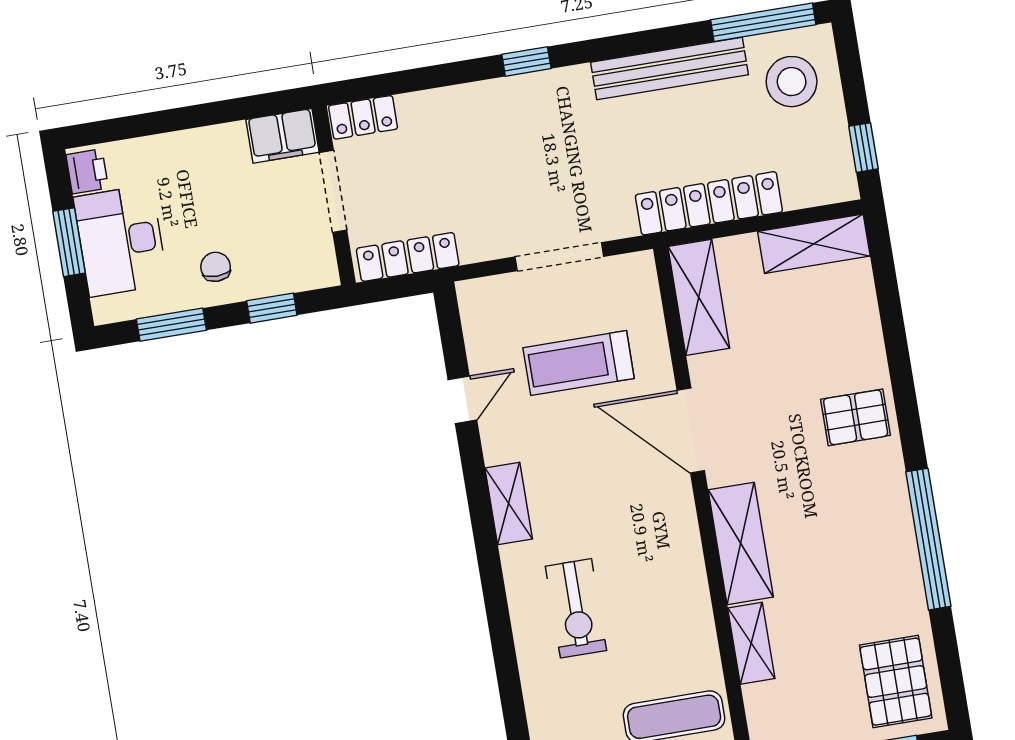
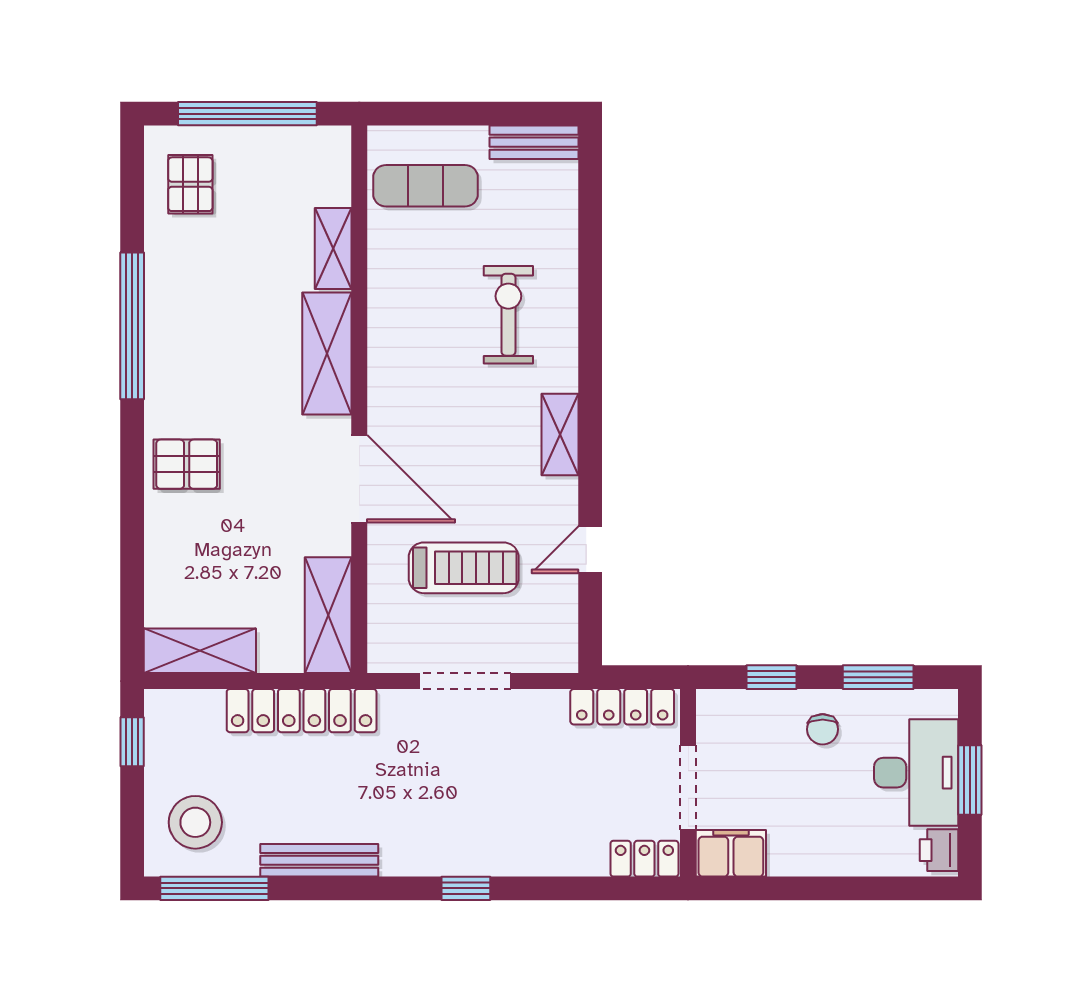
bench: (669, 68) -> (319, 860), width x0.73, depth x0.82
pallet: (896, 682) -> (190, 184), width x0.67, depth x0.71

